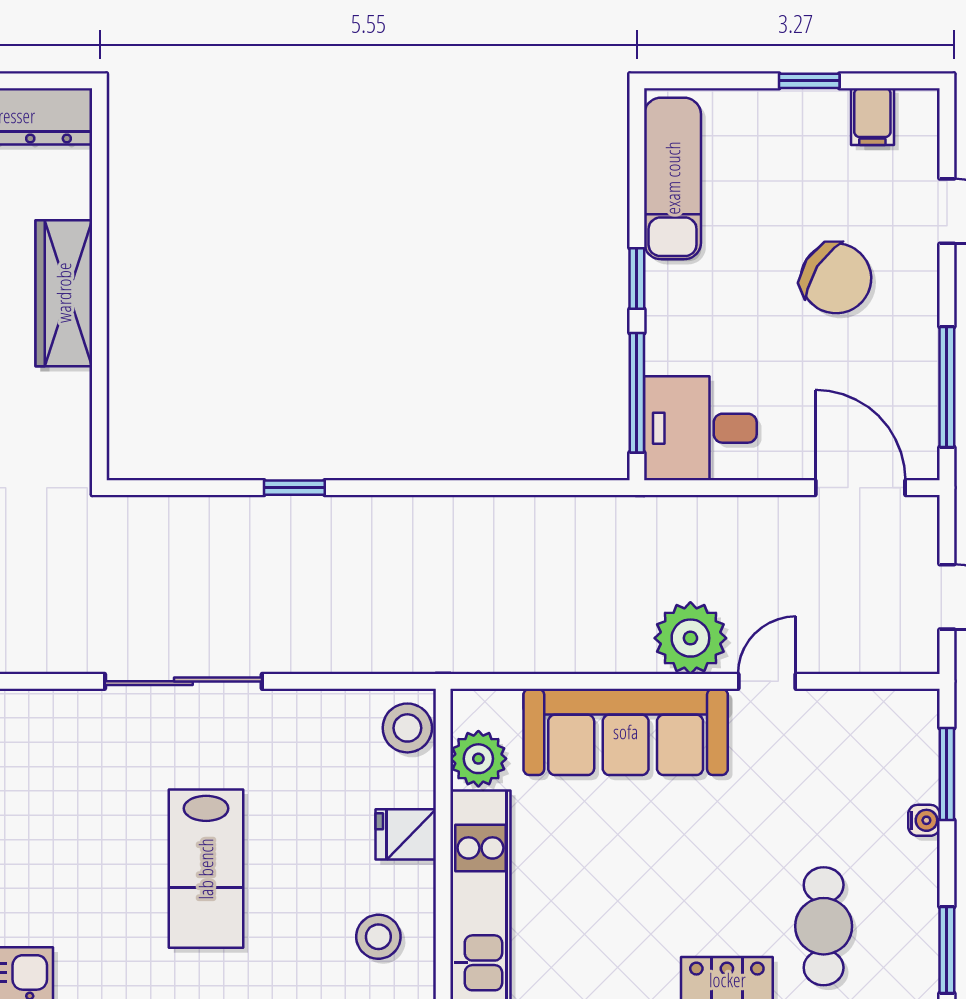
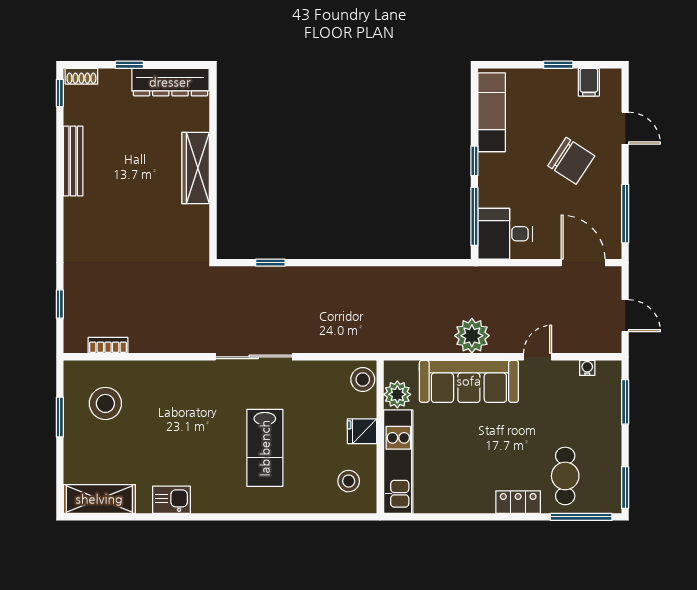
window: (294, 488) -> (270, 263), moved
plant: (690, 638) -> (472, 336), moved
water cooler: (924, 820) -> (587, 368), moved, turned -90

